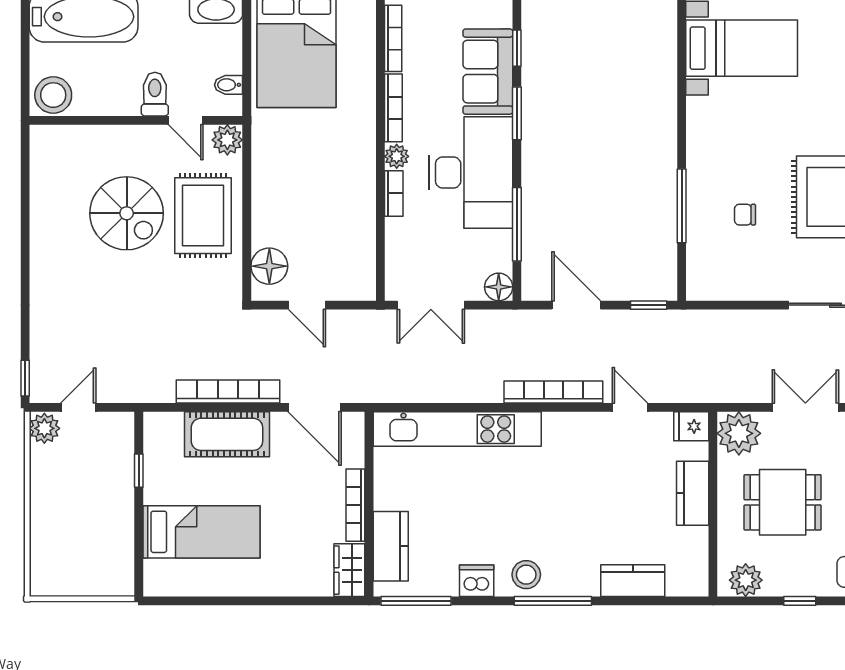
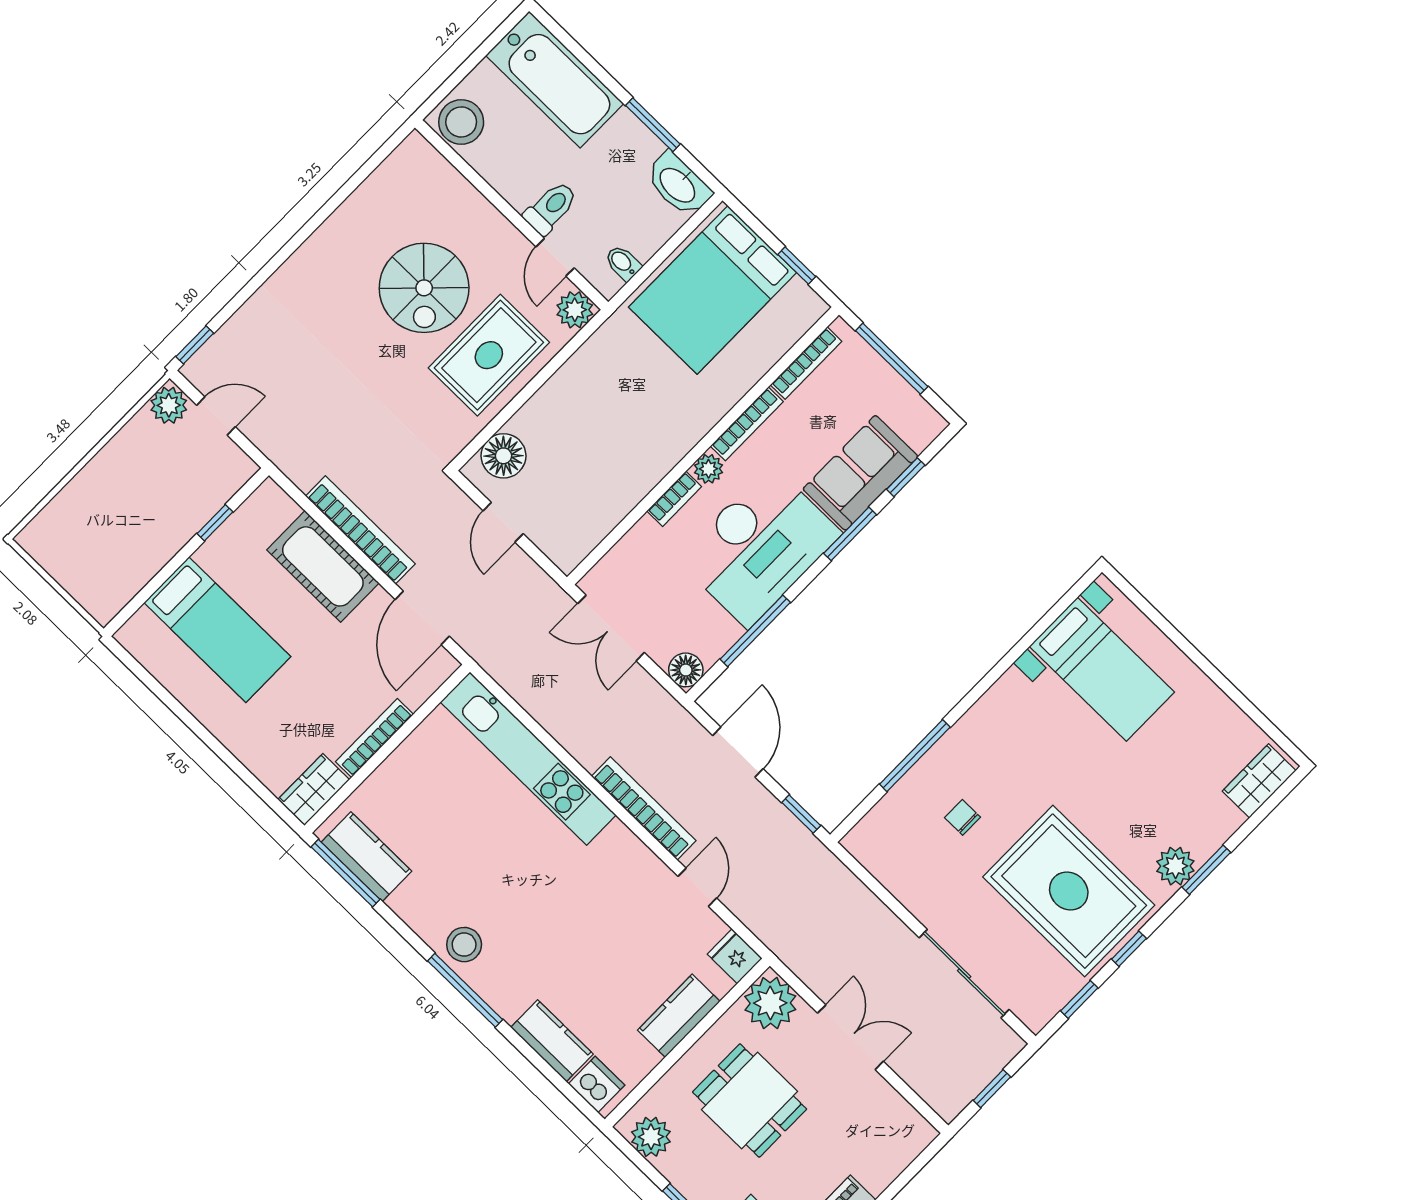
kitchen counter: (391, 546) -> (367, 857), moved, turned -90
dishwasher: (477, 581) -> (596, 1084), moved

